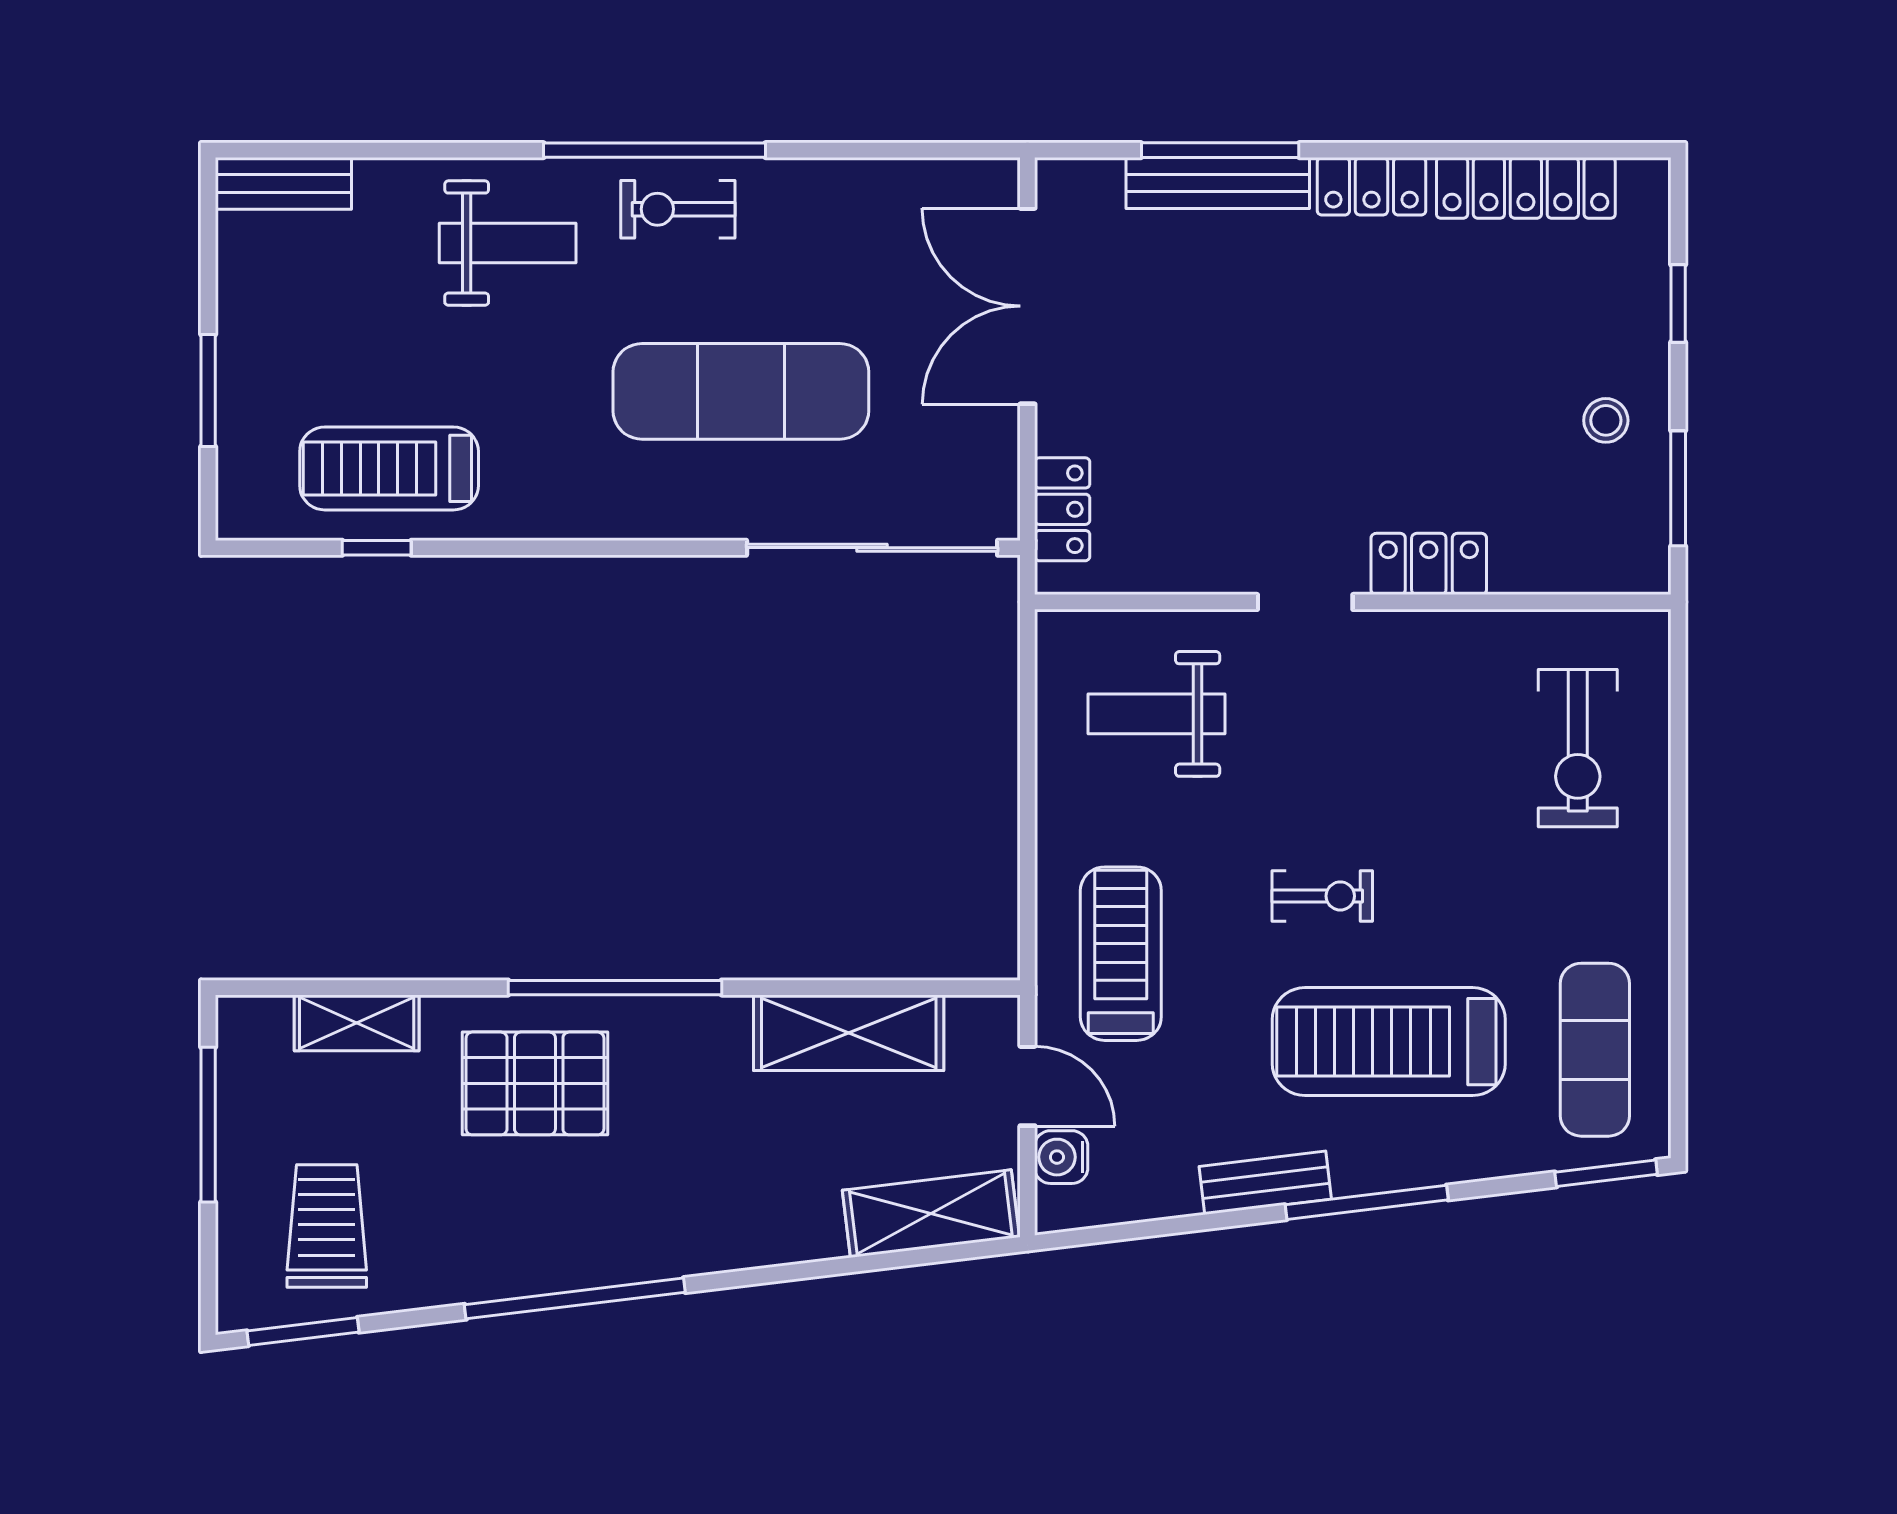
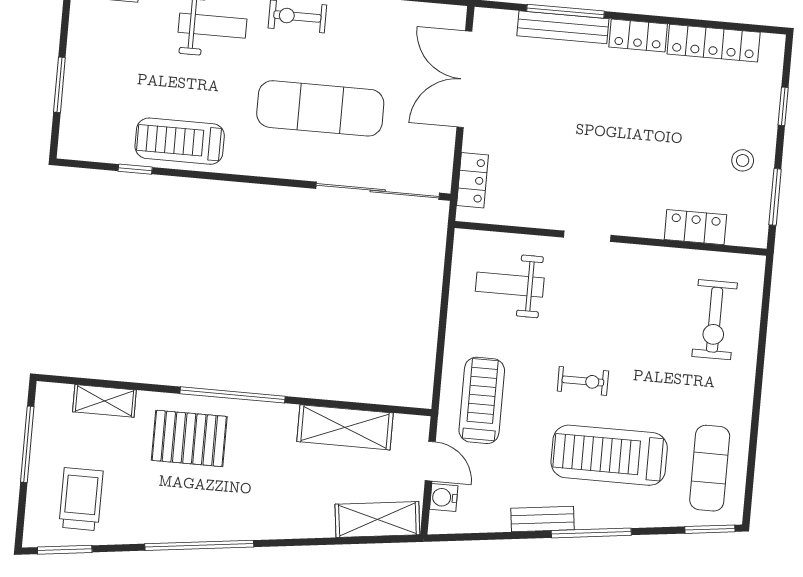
treadmill: (389, 468) -> (180, 141), moved
locker: (1429, 564) -> (695, 227), moved

